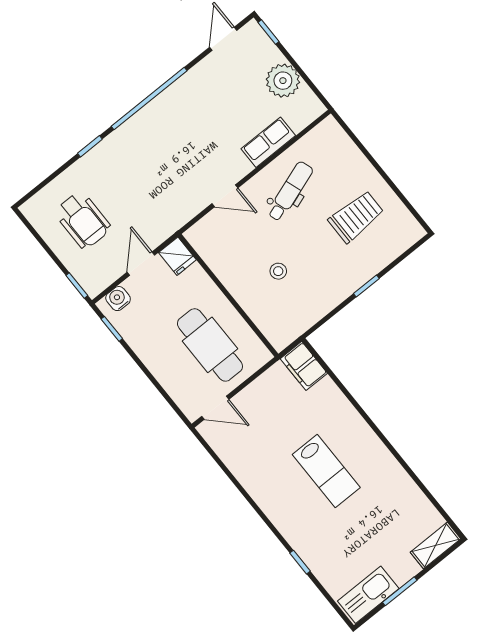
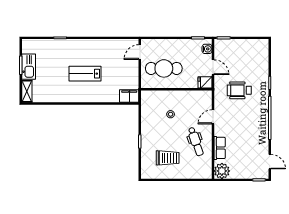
plant: (283, 81) -> (222, 171), moved
trolley: (356, 217) -> (168, 158), turned -90
wheelchair: (83, 220) -> (239, 90), moved
kitchen sink: (368, 595) -> (29, 67), moved

